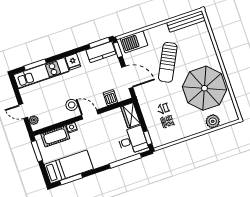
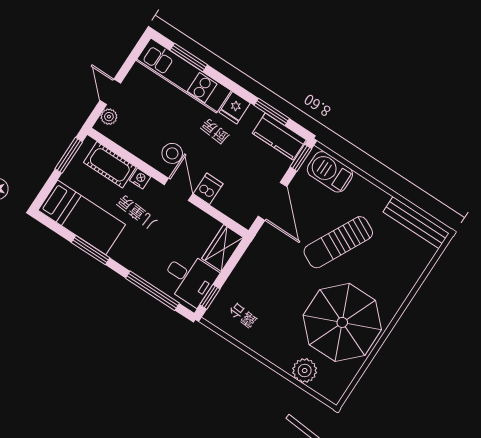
window: (99, 43) -> (272, 112), moved
dishwasher: (110, 98) -> (208, 189), moved
window: (71, 179) -> (91, 250), moved

